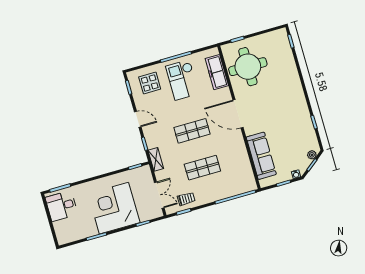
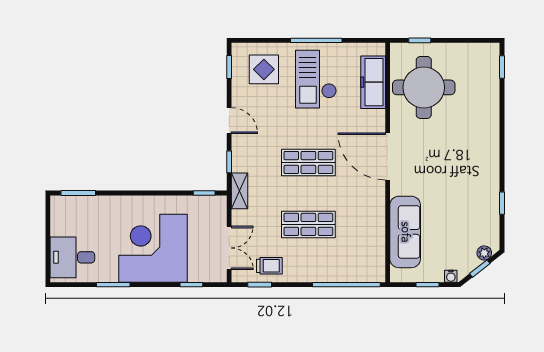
desk: (62, 206) -> (72, 257), moved

